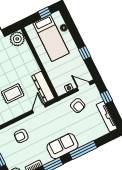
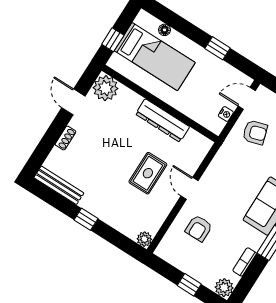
window: (45, 13) -> (113, 40), moved
dresser: (43, 87) -> (163, 120), moved
door: (39, 109) -> (189, 188), moved

